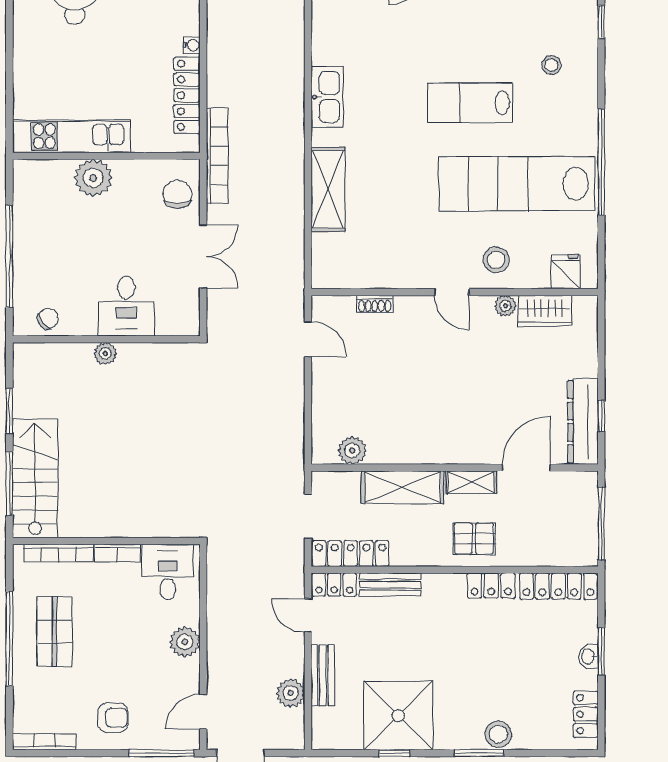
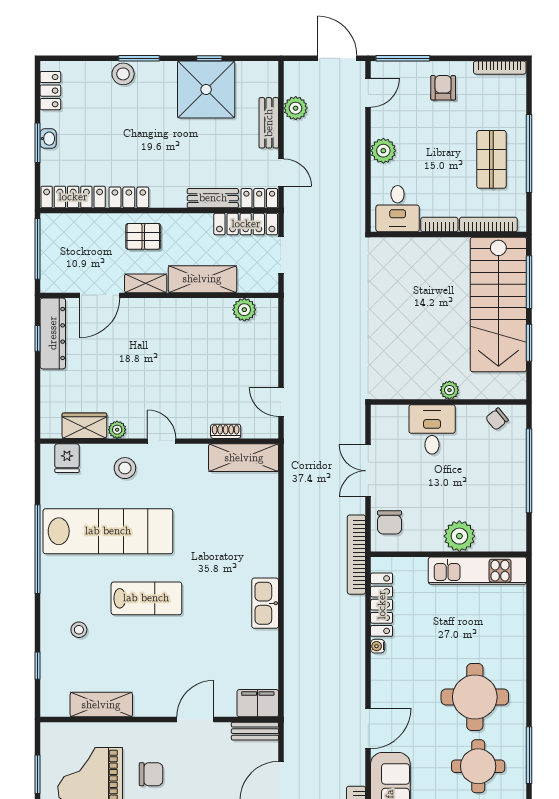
shelving: (328, 190) -> (244, 458), moved, turned 90
stairs: (35, 478) -> (498, 304), width x1.36, depth x1.51
armchair: (113, 718) -> (443, 88), turned 90

